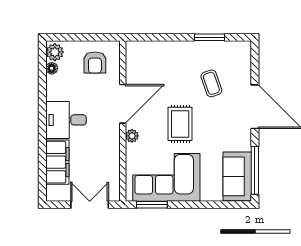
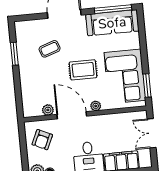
armchair: (95, 63) -> (42, 140), turned 115
plant: (133, 74) -> (48, 110), added
sofa: (237, 176) -> (112, 23), width x1.36

